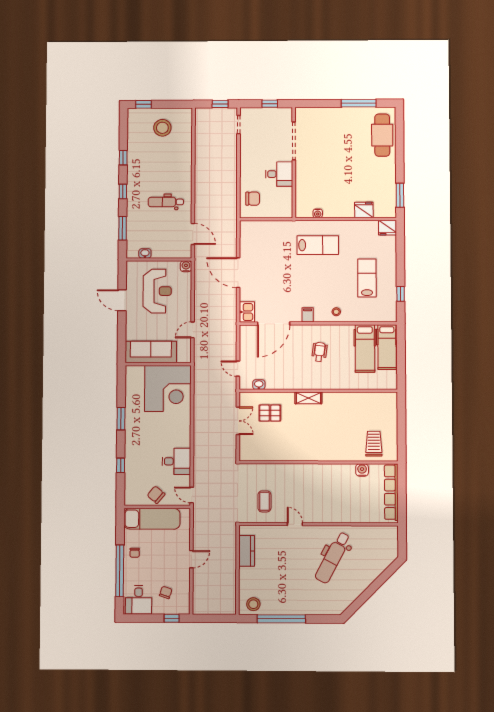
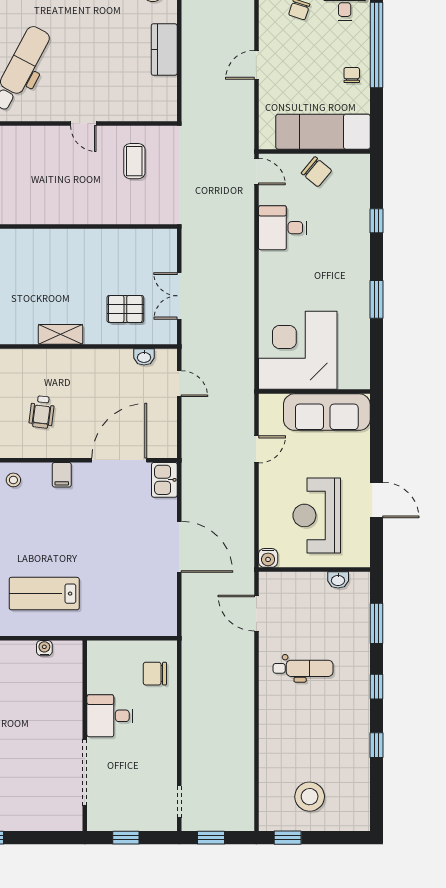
window: (143, 104) -> (288, 838), moved
kitchen counter: (247, 551) -> (164, 50), moved

